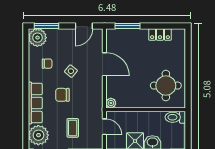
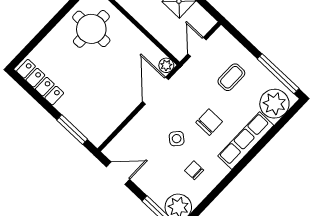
locker: (160, 34) -> (40, 82), width x1.53
door: (104, 64) -> (155, 91), moved
chair: (62, 95) -> (209, 122), turned -90

